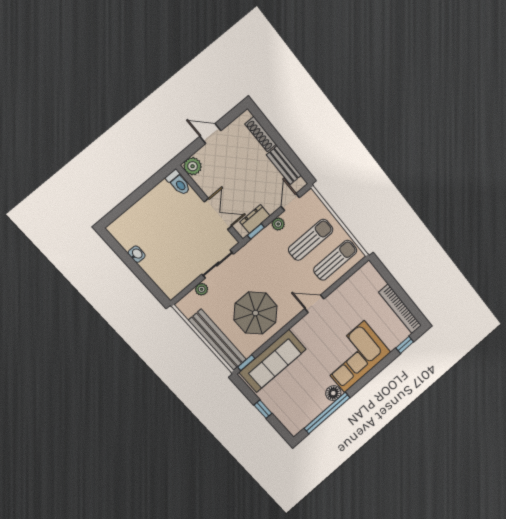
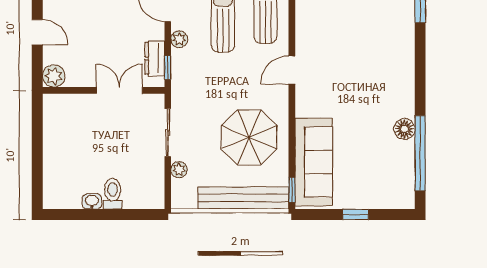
door: (210, 134) -> (37, 32), swing flipped
toilet: (178, 183) -> (113, 194), moved, turned -90
corner sofa: (354, 357) -> (385, 75), removed

